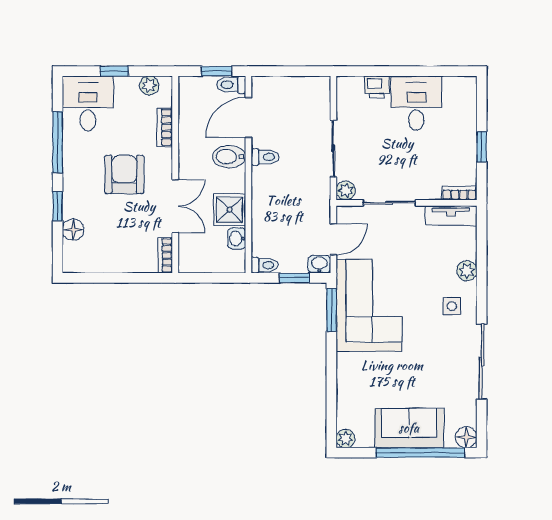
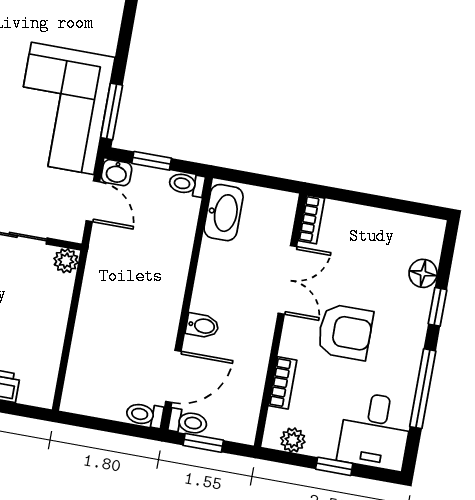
sliding door: (333, 149) -> (72, 317), removed
bidet: (229, 157) -> (202, 326), width x0.72, depth x0.74
toilet: (265, 157) -> (145, 415), moved
armchair: (124, 175) -> (345, 332), turned -90
double door: (175, 206) -> (287, 280), swing flipped
shower: (230, 210) -> (219, 263), removed
washbasin: (237, 238) -> (224, 213), width x1.91, depth x1.45
door: (333, 239) -> (93, 201), swing flipped

